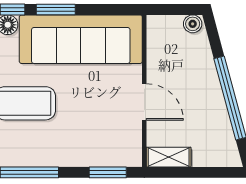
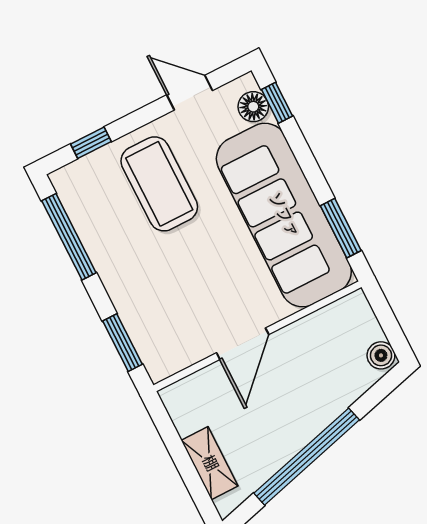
window: (56, 9) -> (341, 228), moved
shelving: (169, 157) -> (210, 463), moved

